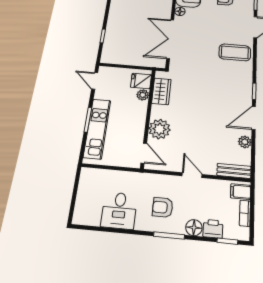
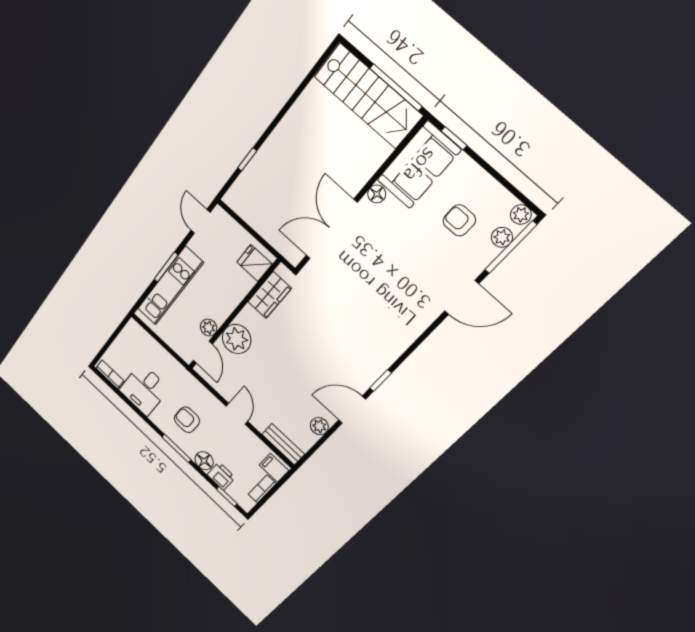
coffee table: (235, 52) -> (401, 313), removed
plant: (143, 95) -> (209, 328), moved
bookcase: (87, 220) -> (110, 374), added

